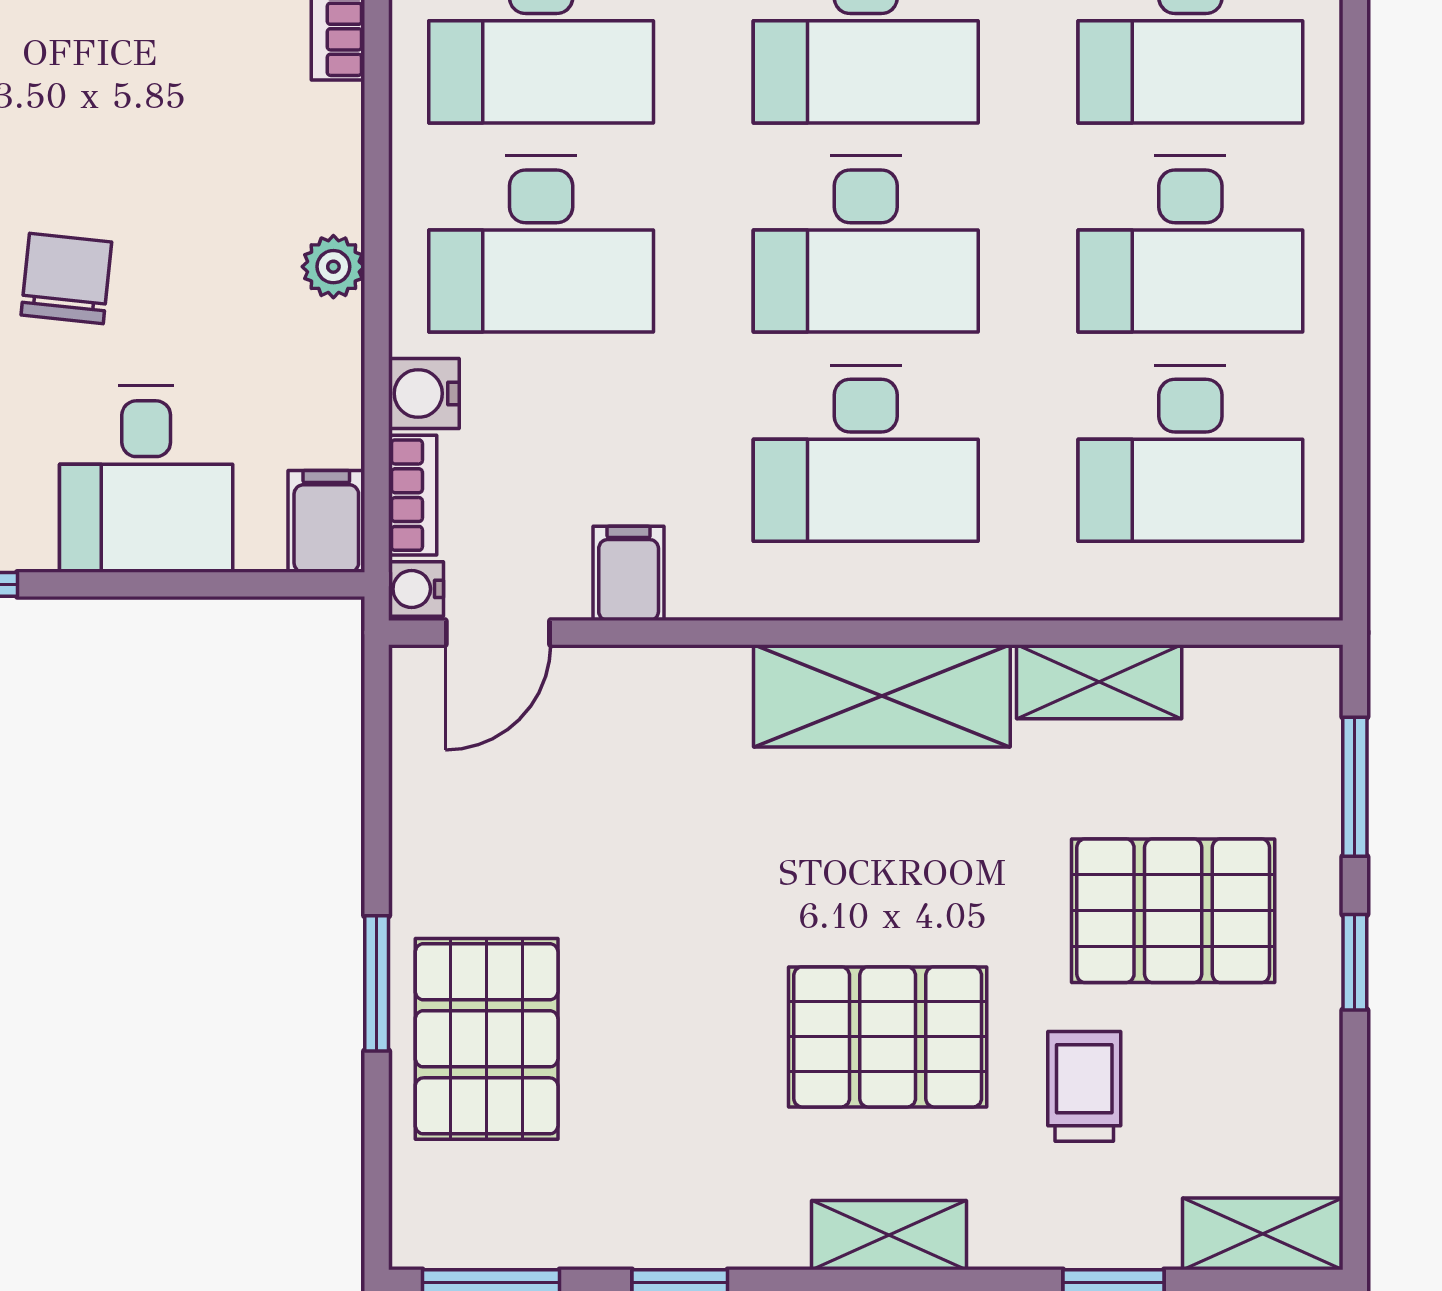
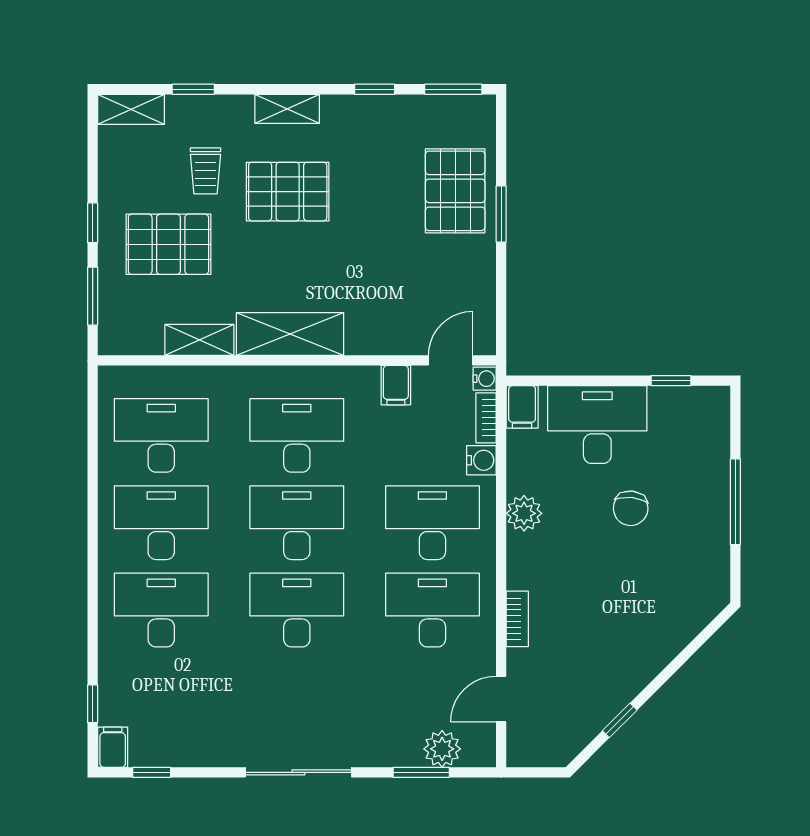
plant: (333, 267) -> (524, 513), width x1.38, depth x1.38
desk: (146, 479) -> (597, 425), width x1.37

